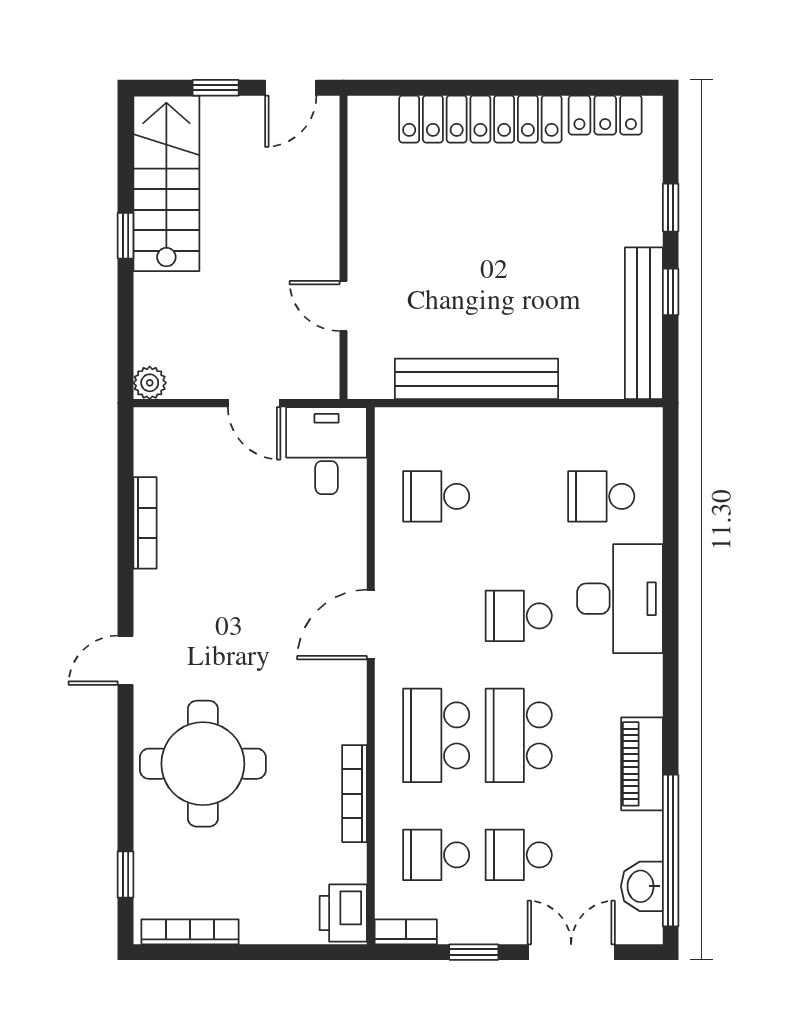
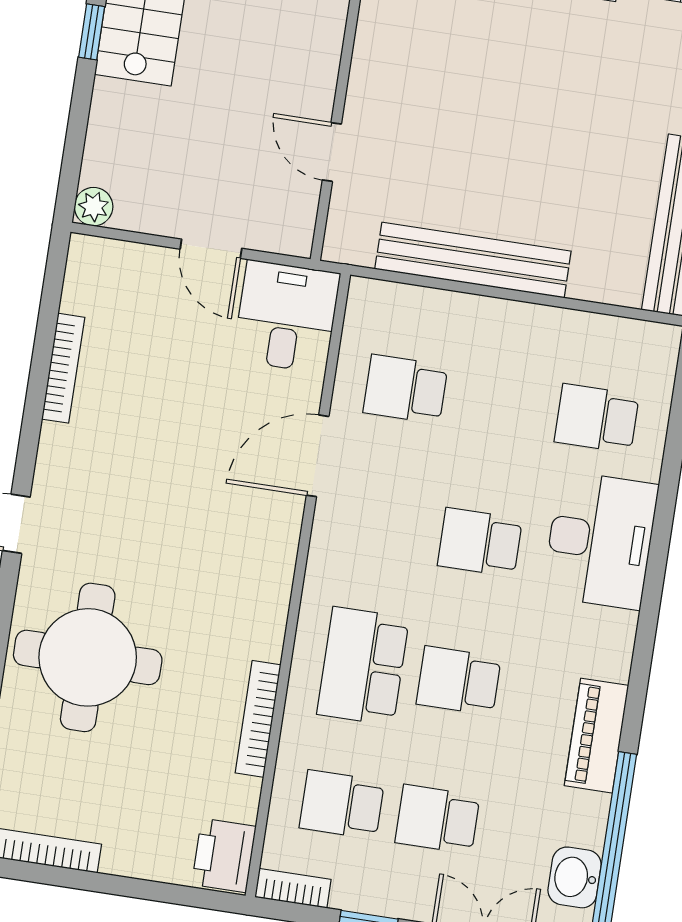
door: (371, 625) -> (318, 456), moved
school desk: (519, 735) -> (459, 681), width x0.54

